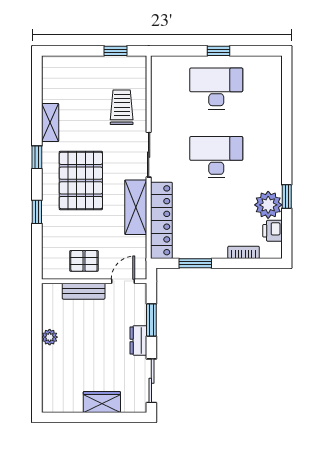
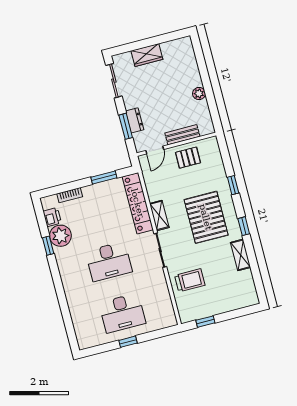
trolley: (122, 107) -> (190, 280), turned -90
shelving: (136, 207) -> (159, 215), width x0.67, depth x0.75
dresser: (138, 340) -> (135, 120), moved

